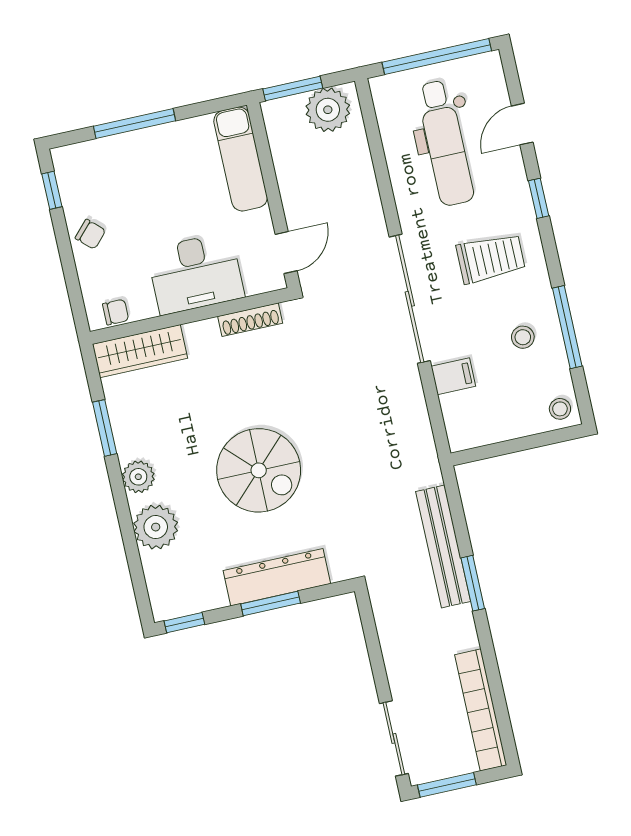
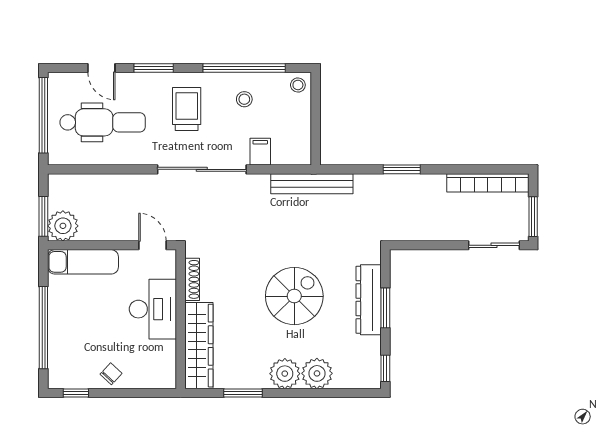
plant: (328, 110) -> (63, 226), moved
window: (135, 124) -> (43, 328), width x1.46
window: (539, 198) -> (154, 68), width x1.50
chair: (116, 312) -> (167, 368), removed
window: (567, 327) -> (244, 68), width x1.46
wardrobe: (140, 351) -> (199, 346), width x1.40, depth x1.17
plant: (138, 477) -> (285, 374), width x1.36, depth x1.36
bench: (443, 546) -> (312, 184), moved

